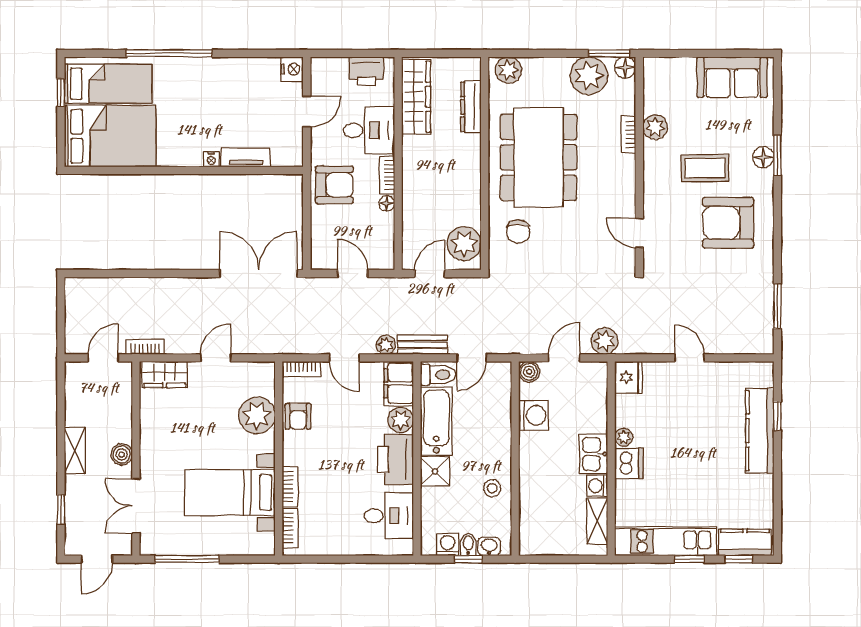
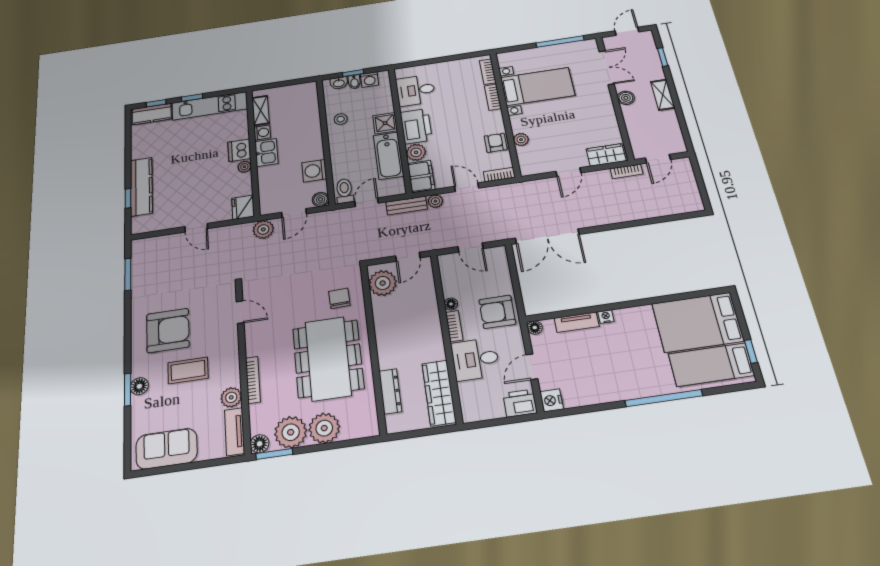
plant: (508, 70) -> (324, 428), moved, width x1.36, depth x1.36
printer: (366, 71) -> (520, 403), moved
tv unit: (653, 86) -> (234, 432), added
bookcase: (628, 134) -> (253, 380), width x1.56
floor lamp: (295, 158) -> (535, 328), added
toilet: (438, 375) -> (345, 191), moved, turned 90
plant: (257, 415) -> (521, 140), width x0.53, depth x0.53

